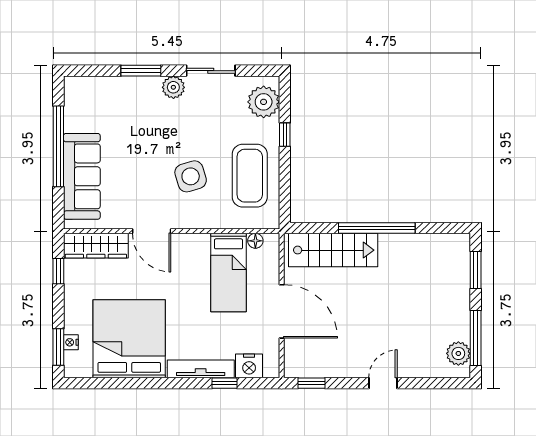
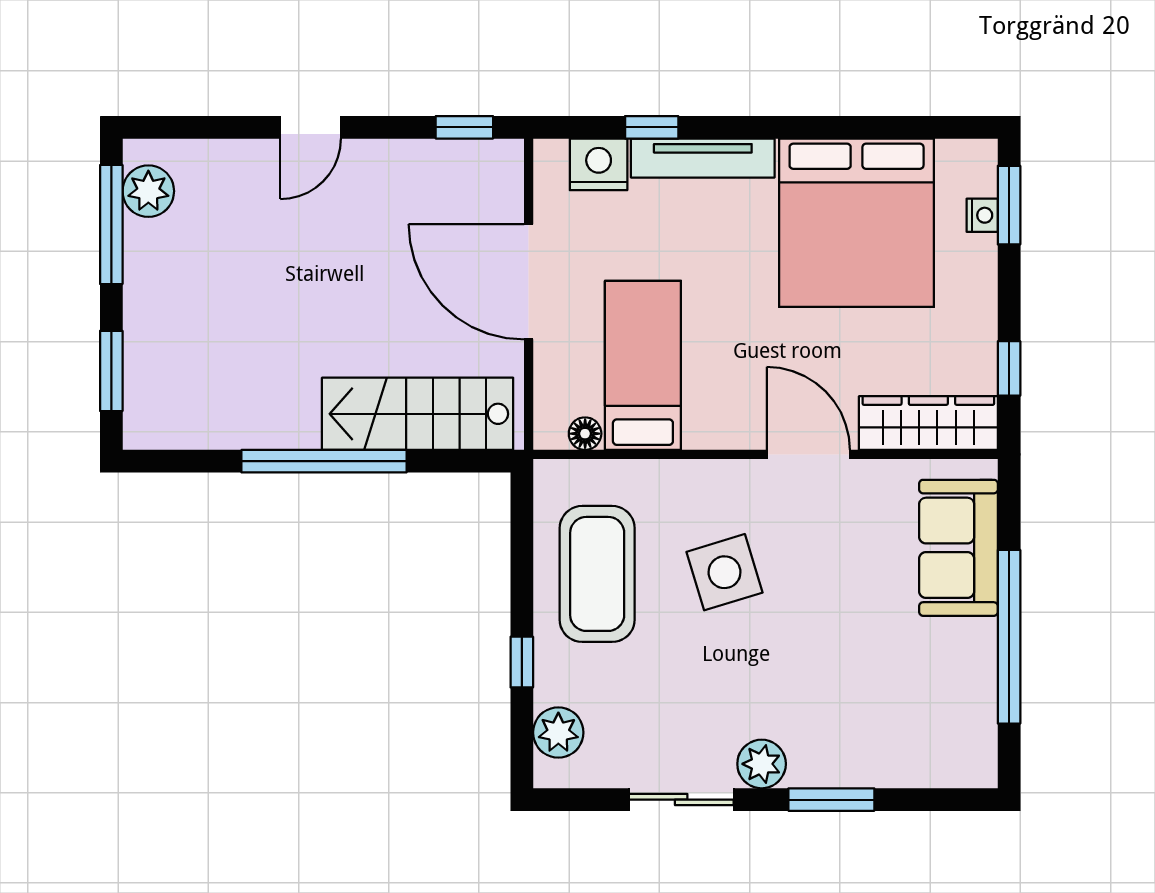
plant: (264, 102) -> (558, 733), width x0.73, depth x0.73
sofa: (82, 176) -> (958, 548), width x0.73

